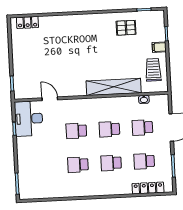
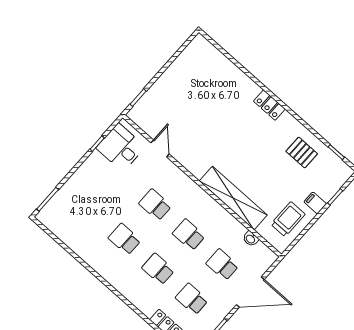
locker: (27, 22) -> (269, 105), moved
desk: (29, 119) -> (121, 147), width x0.73

